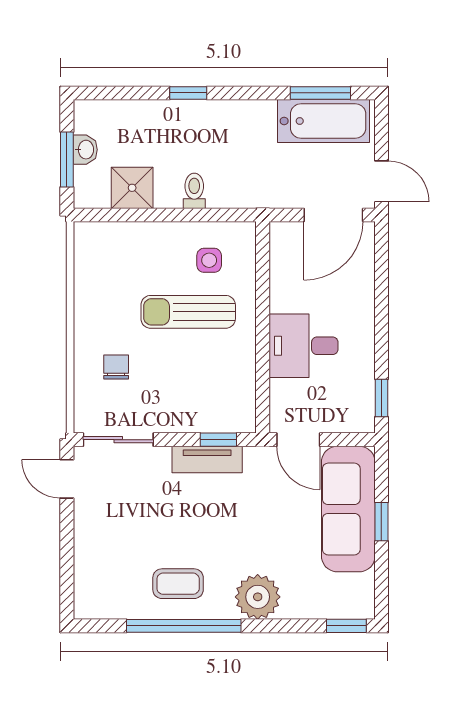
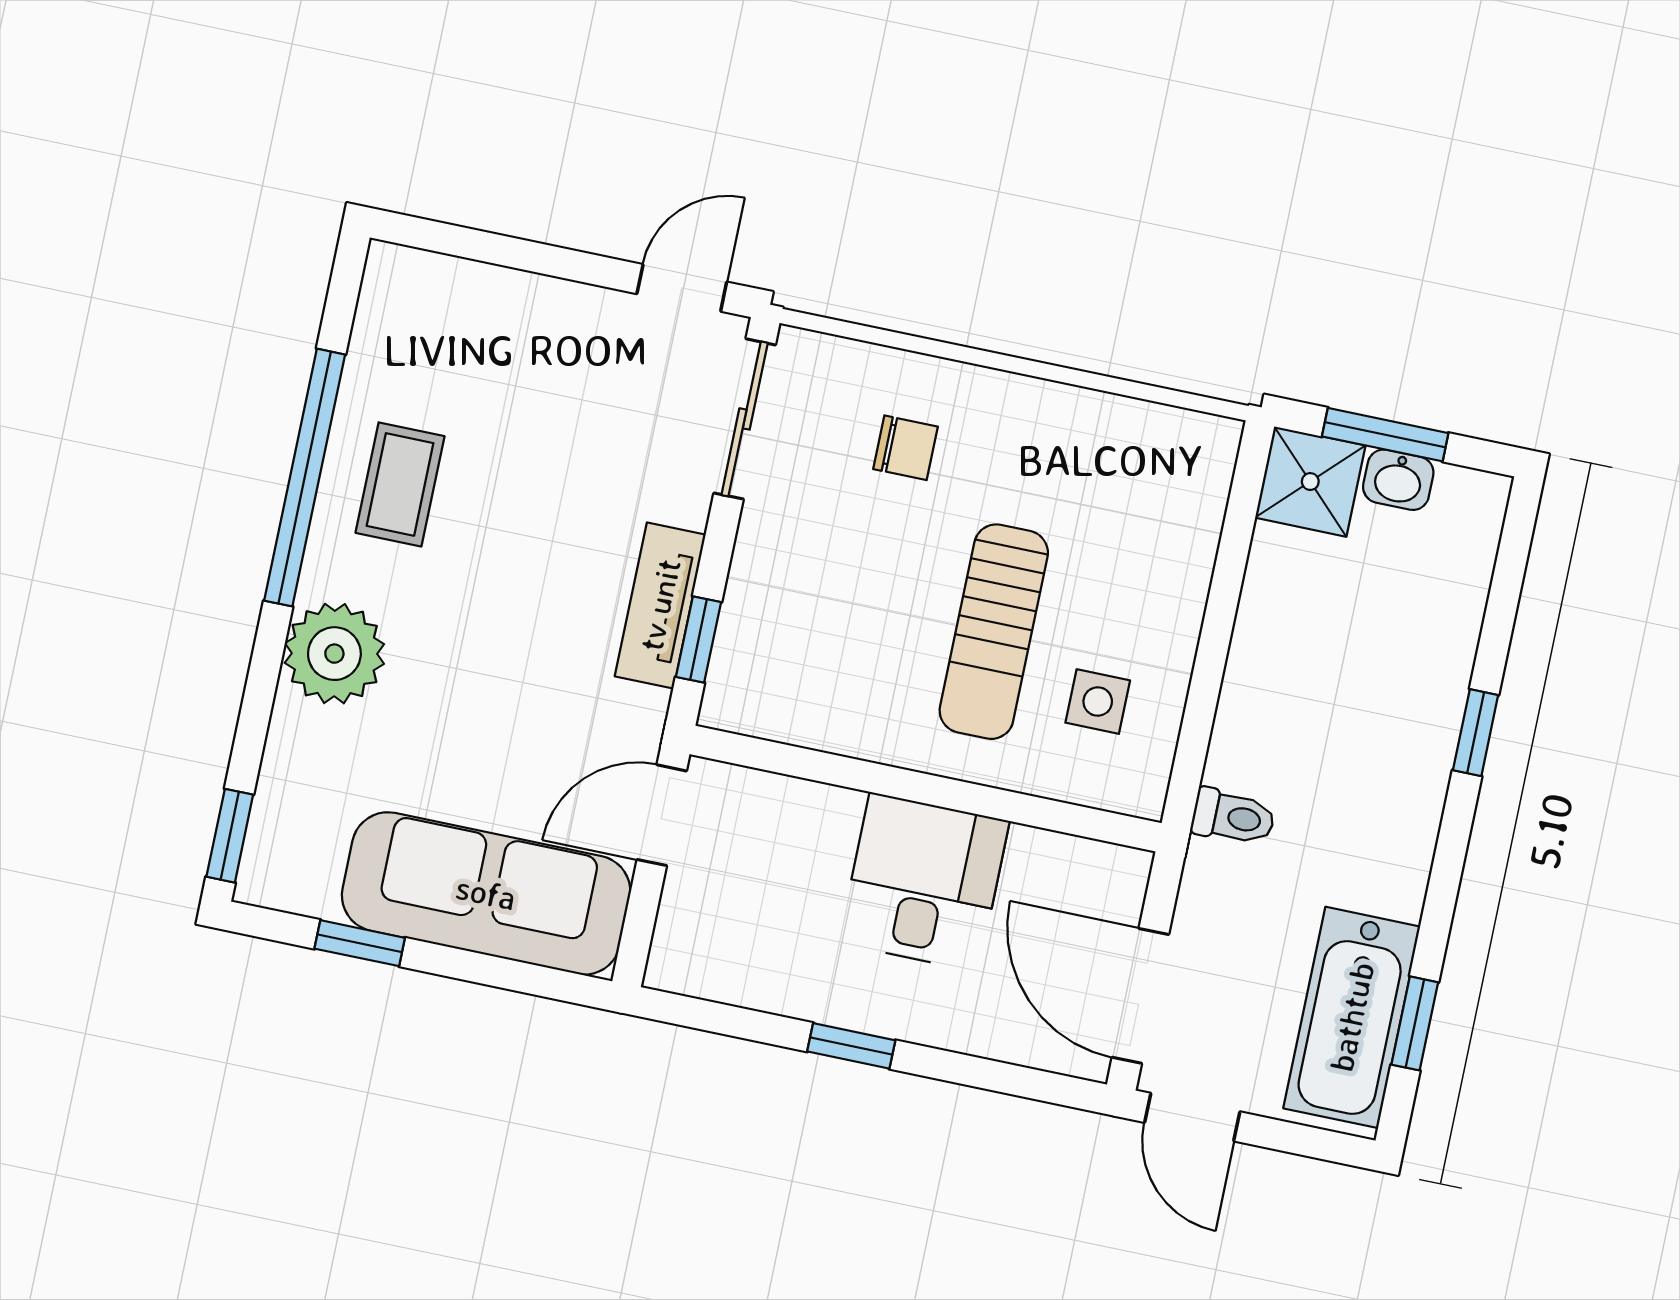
window: (320, 93) -> (1415, 1023), width x0.67
door: (381, 181) -> (1192, 1117), hinge flipped
shower: (132, 188) -> (1310, 482), moved
toilet: (194, 191) -> (1233, 817), moved
sun lounger: (188, 312) -> (994, 632), turned 180
desk: (303, 346) -> (924, 882), moved
window: (381, 398) -> (851, 1046), moved
window: (381, 522) -> (360, 943), moved

